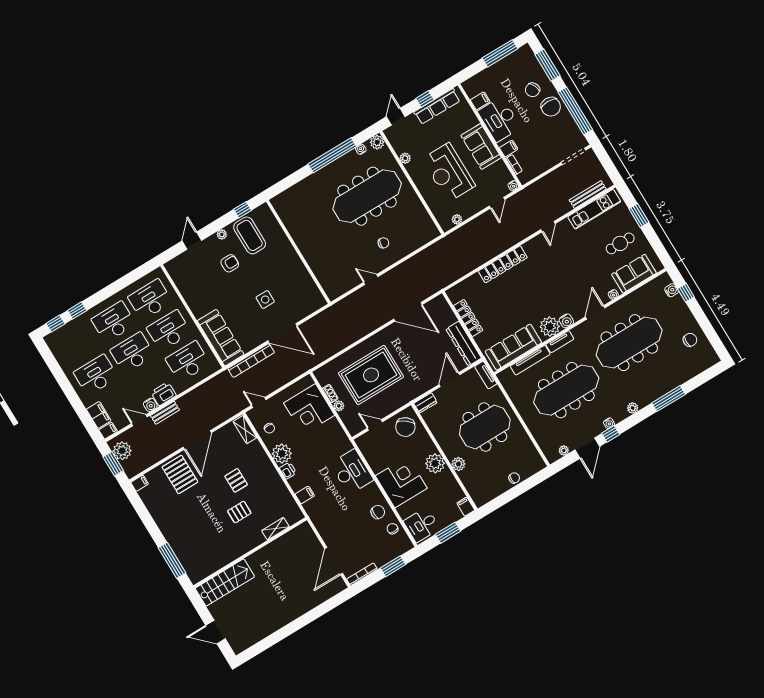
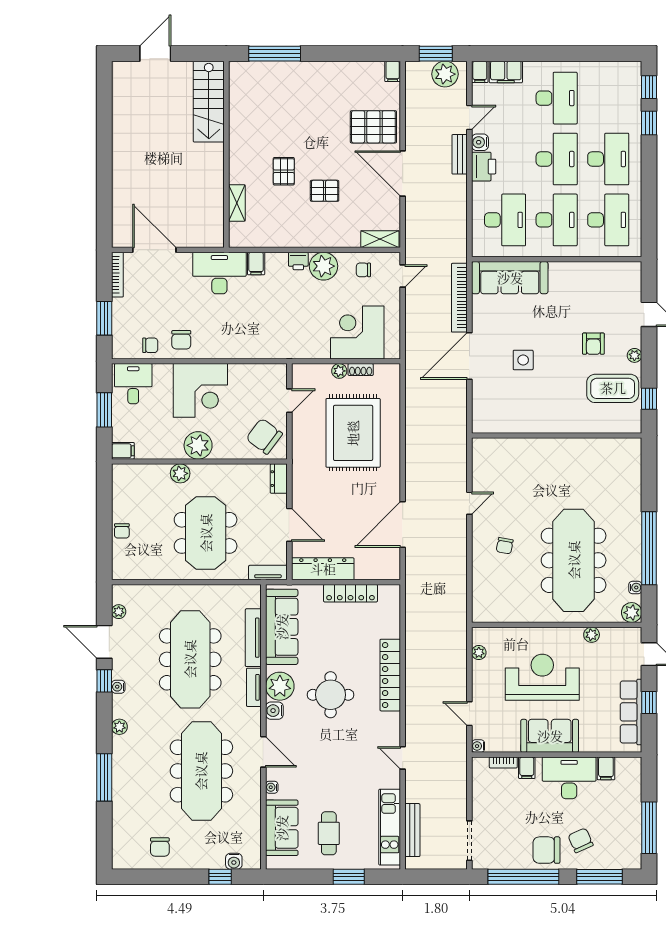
round table: (536, 293) -> (331, 695), added
desk: (352, 472) -> (219, 273), moved, turned 180

